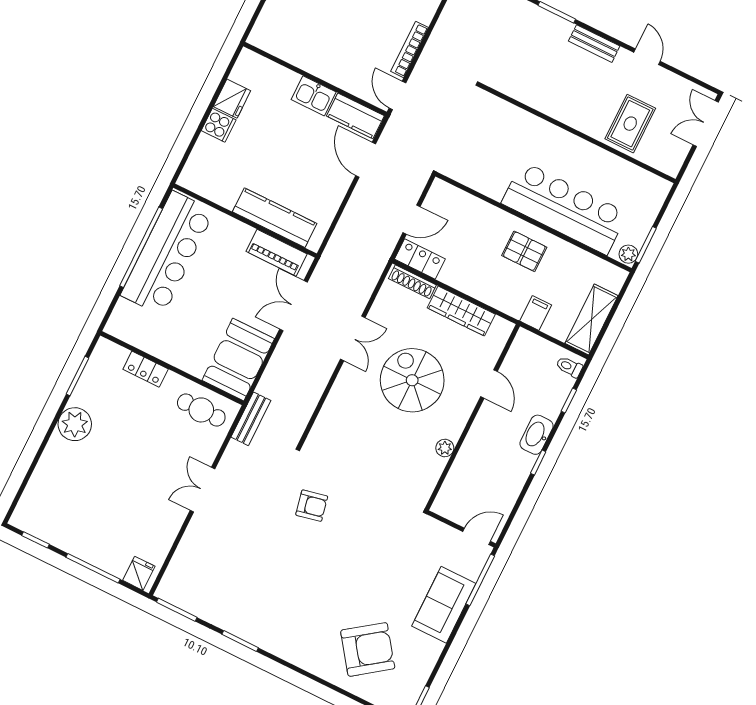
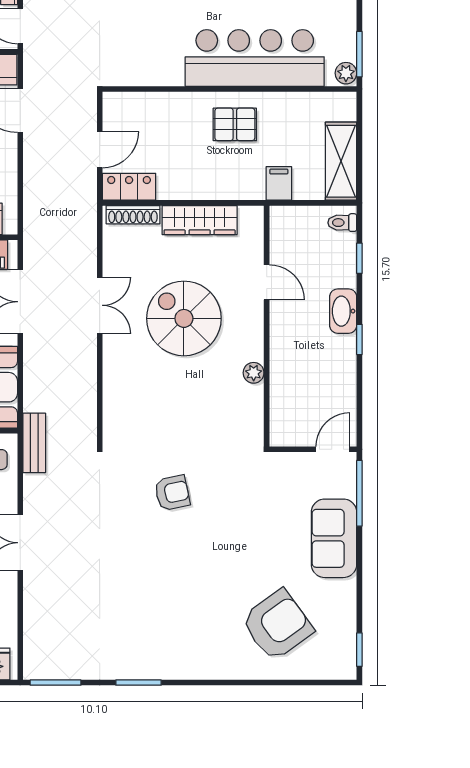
armchair: (312, 506) -> (172, 493), moved

